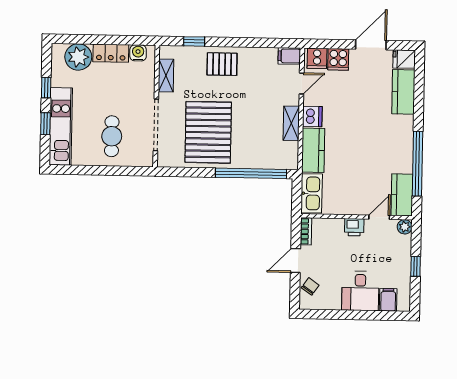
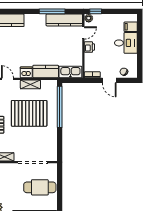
pallet: (208, 132) -> (29, 113), moved
cafe table: (112, 136) -> (40, 187), width x1.37, depth x1.35
window: (418, 164) -> (52, 11), width x0.68
kitchen counter: (402, 195) -> (64, 20), width x1.50
door: (379, 217) -> (83, 33), swing flipped
window: (416, 266) -> (96, 11), moved

